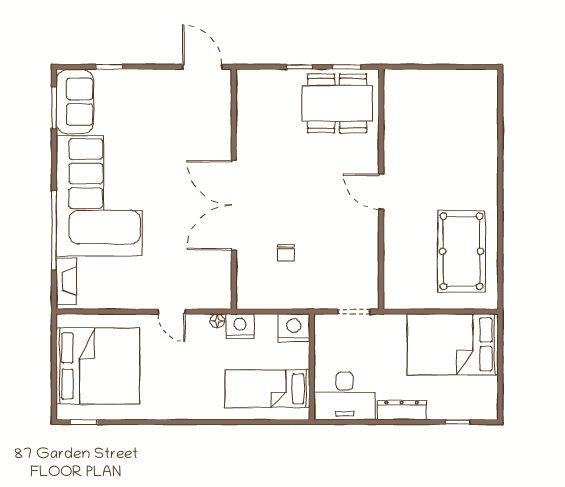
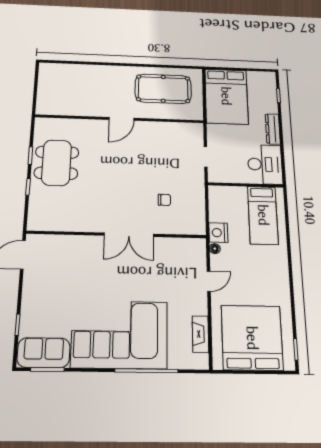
wall: (381, 189) -> (120, 119), moved
door: (381, 192) -> (121, 119), moved
double door: (234, 205) -> (129, 235), width x0.73
fireplace: (66, 281) -> (200, 334), moved, turned -90
nightstand: (294, 328) -> (218, 196), removed

